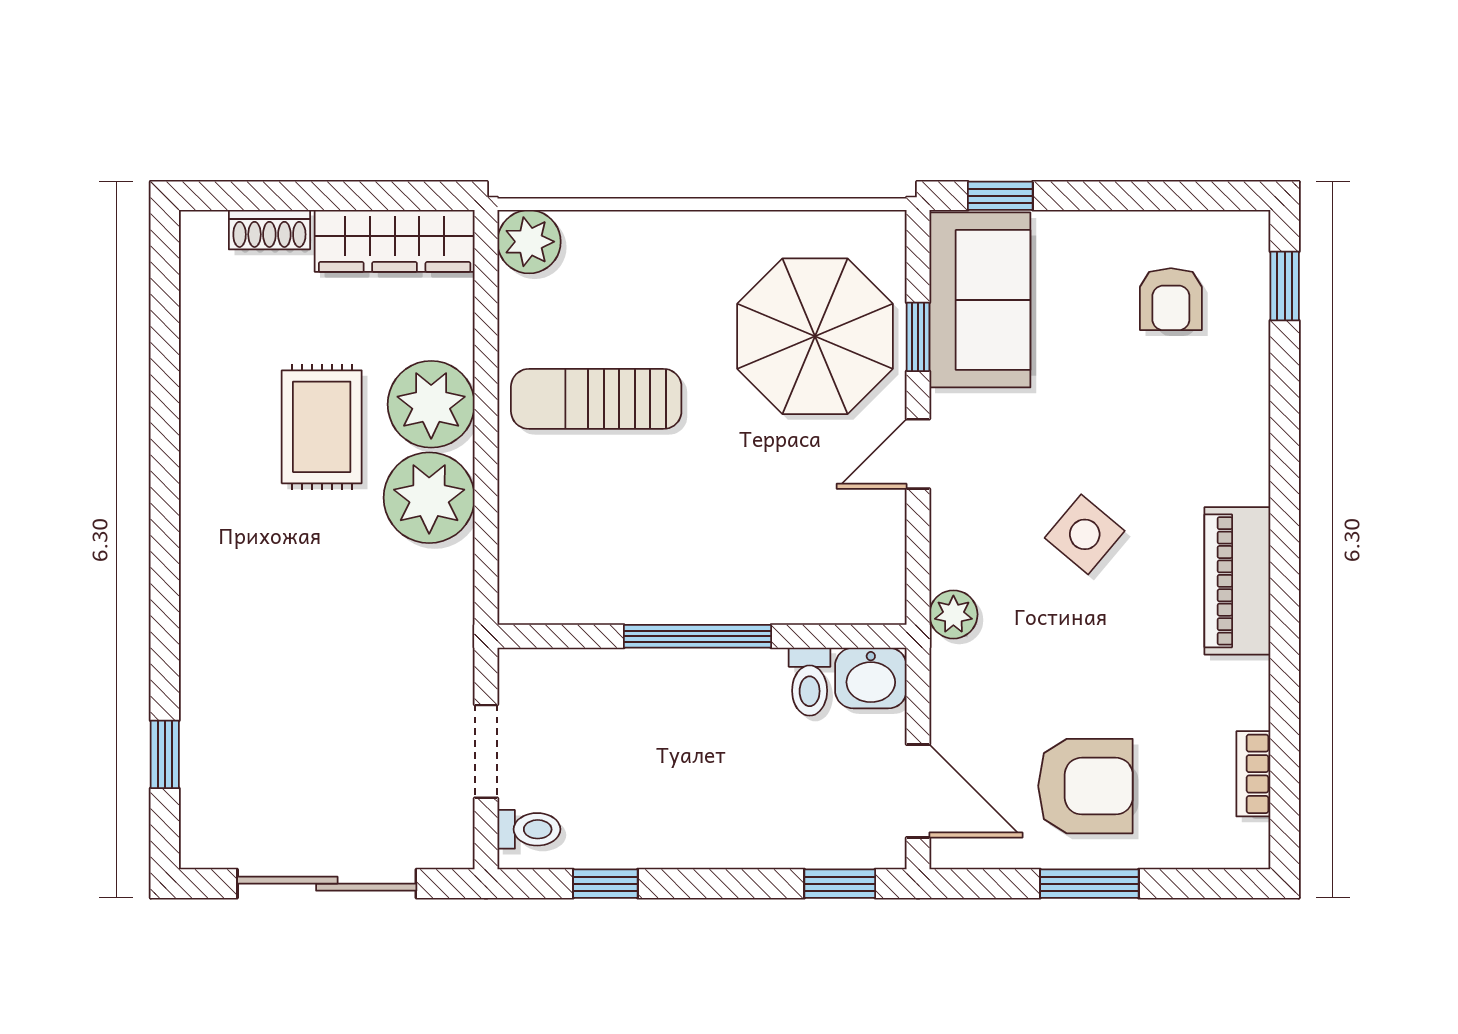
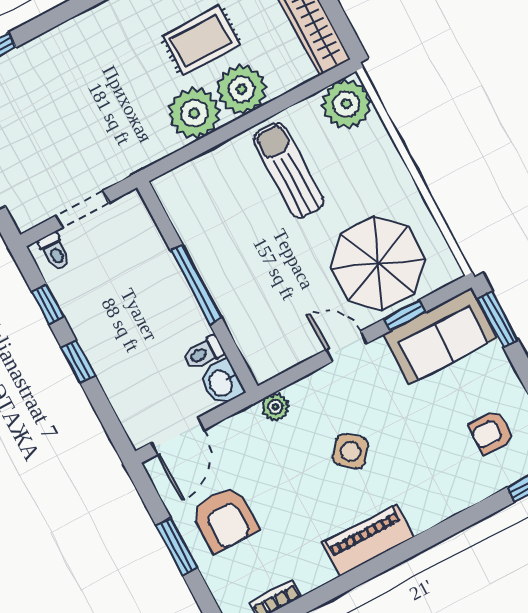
window: (1000, 196) -> (498, 319), width x1.50
plant: (529, 242) -> (346, 104), width x1.36, depth x1.36
window: (840, 884) -> (78, 362), moved

